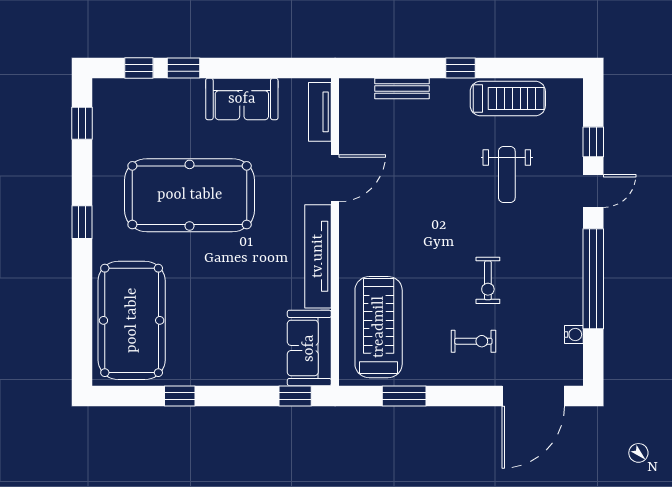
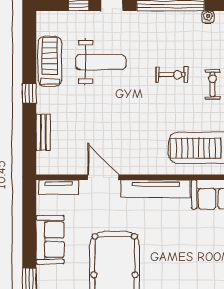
weight bench: (507, 174) -> (101, 62), width x1.36, depth x1.33

